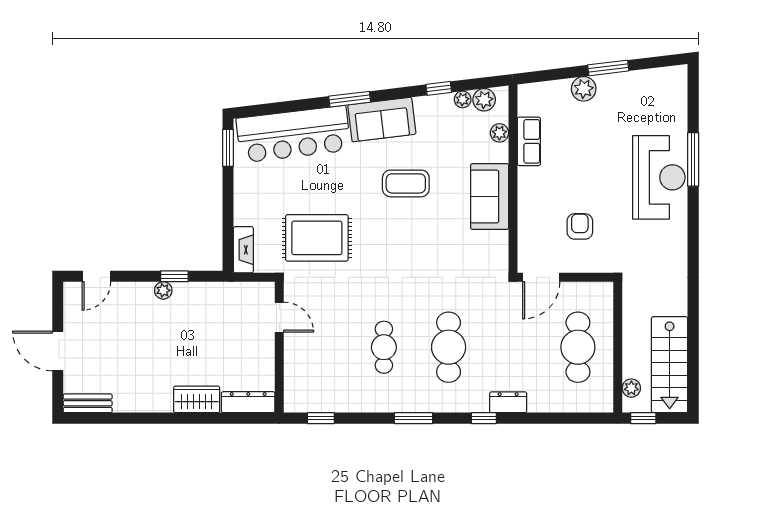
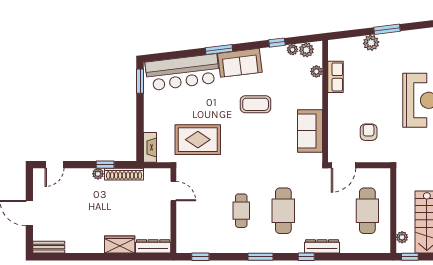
sofa: (490, 197) -> (310, 131), moved
shoe rack: (203, 291) -> (124, 174), added
dresser: (508, 402) -> (322, 246), width x1.44

